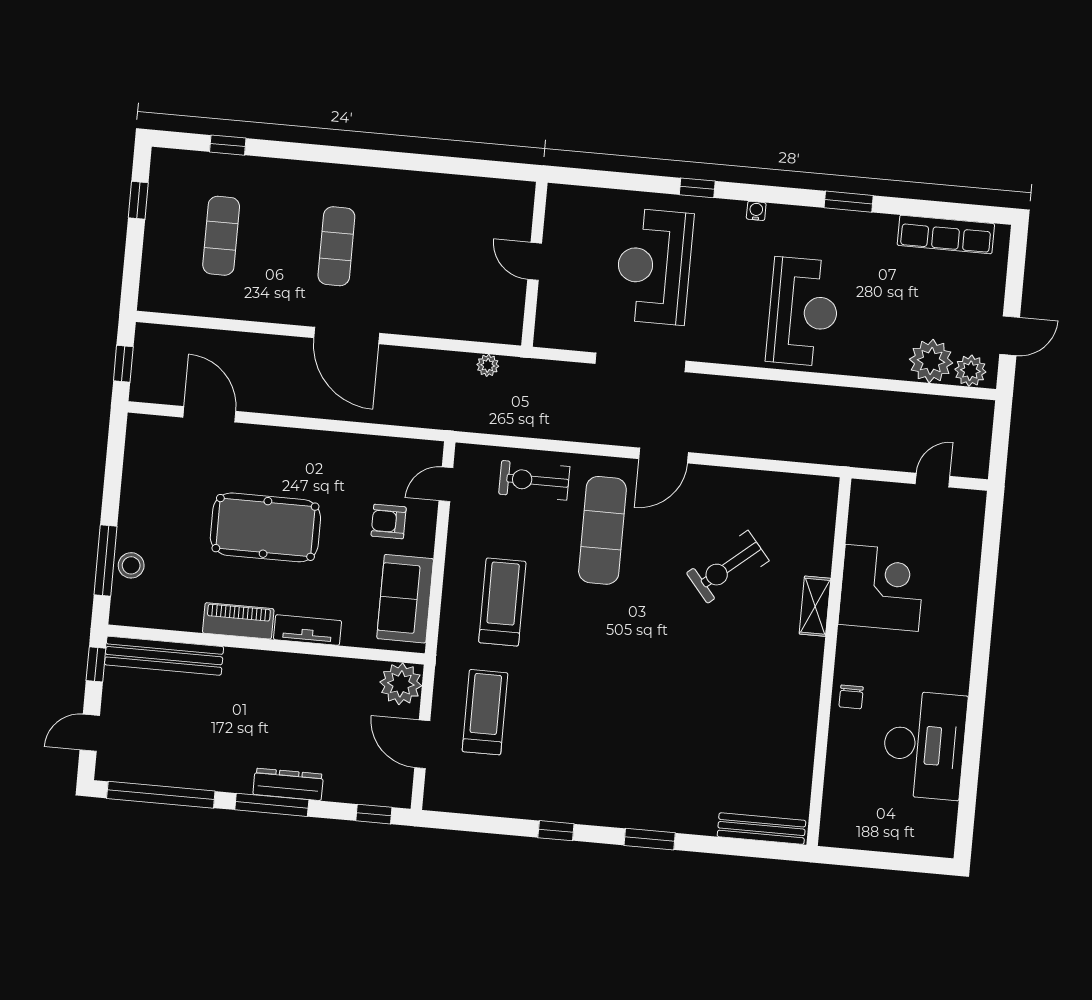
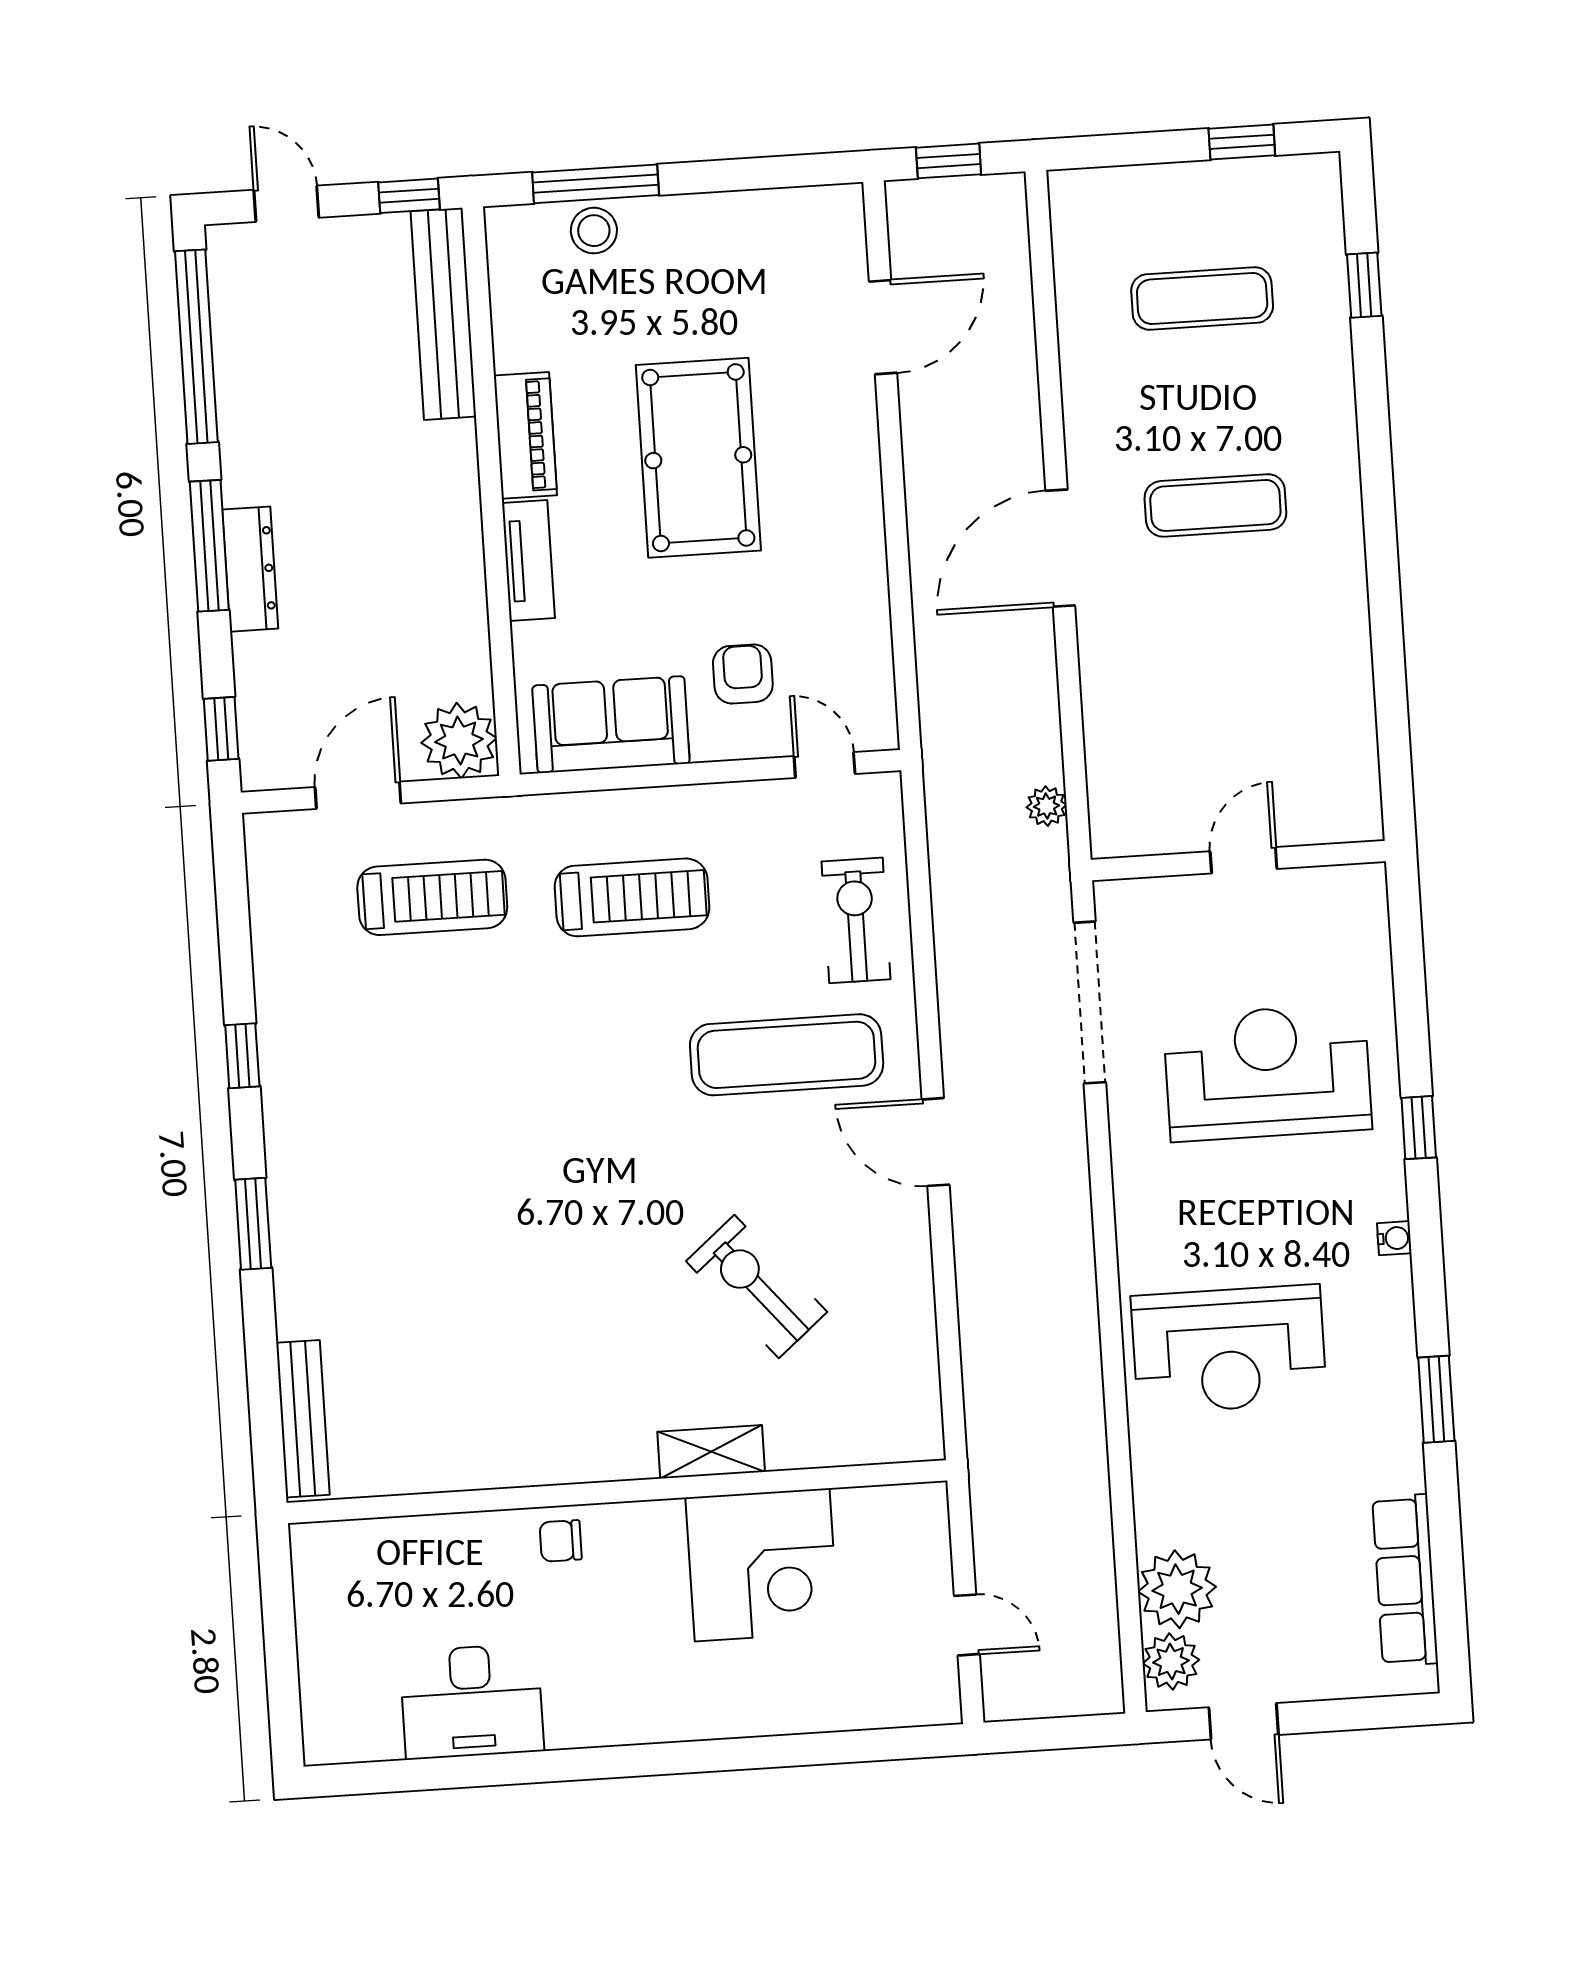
doorway: (640, 362) -> (1090, 1003), moved
desk: (924, 745) -> (472, 1701), width x0.73, depth x0.77

